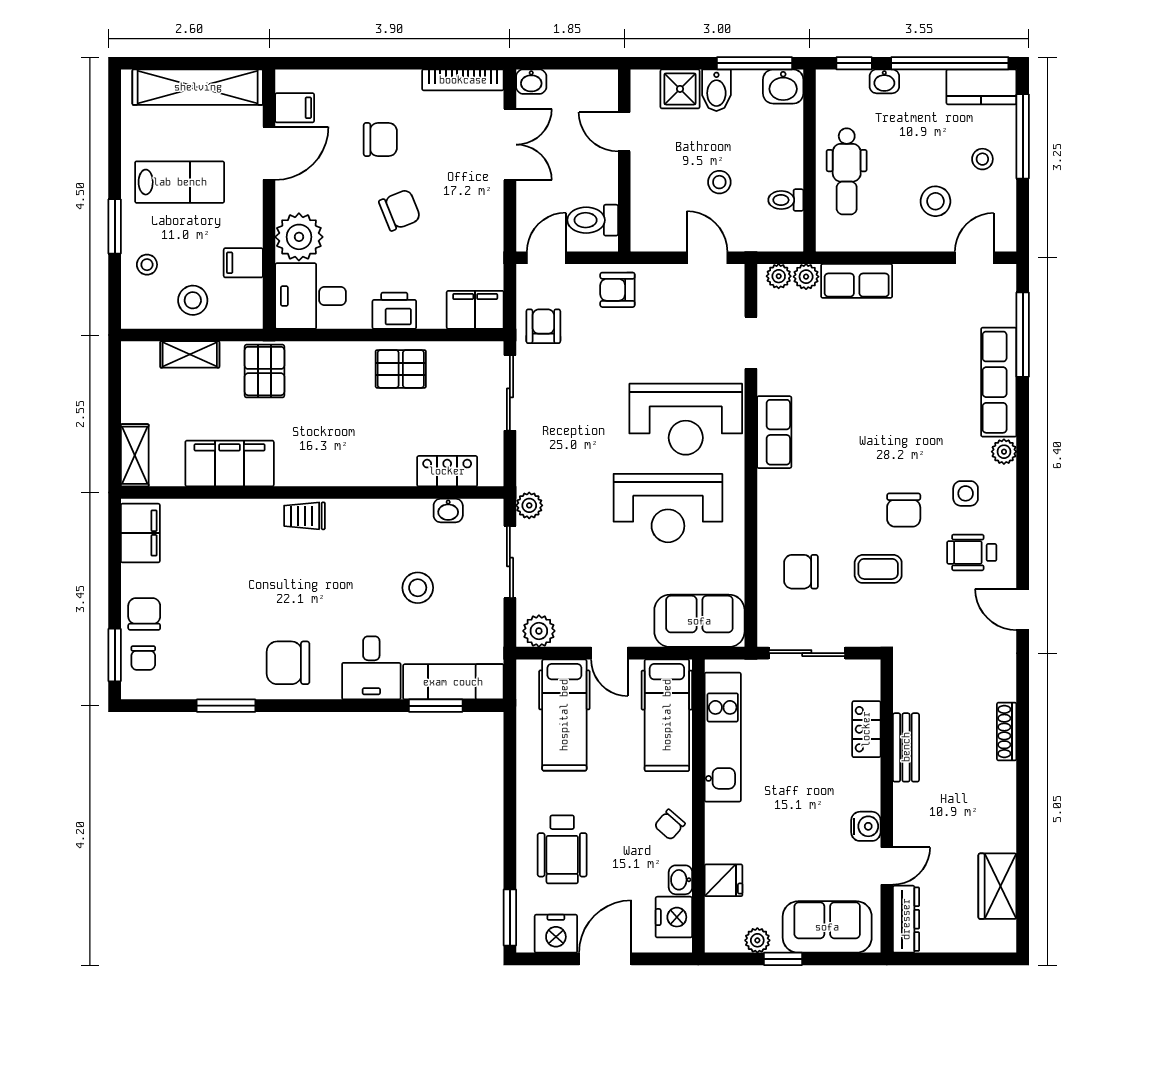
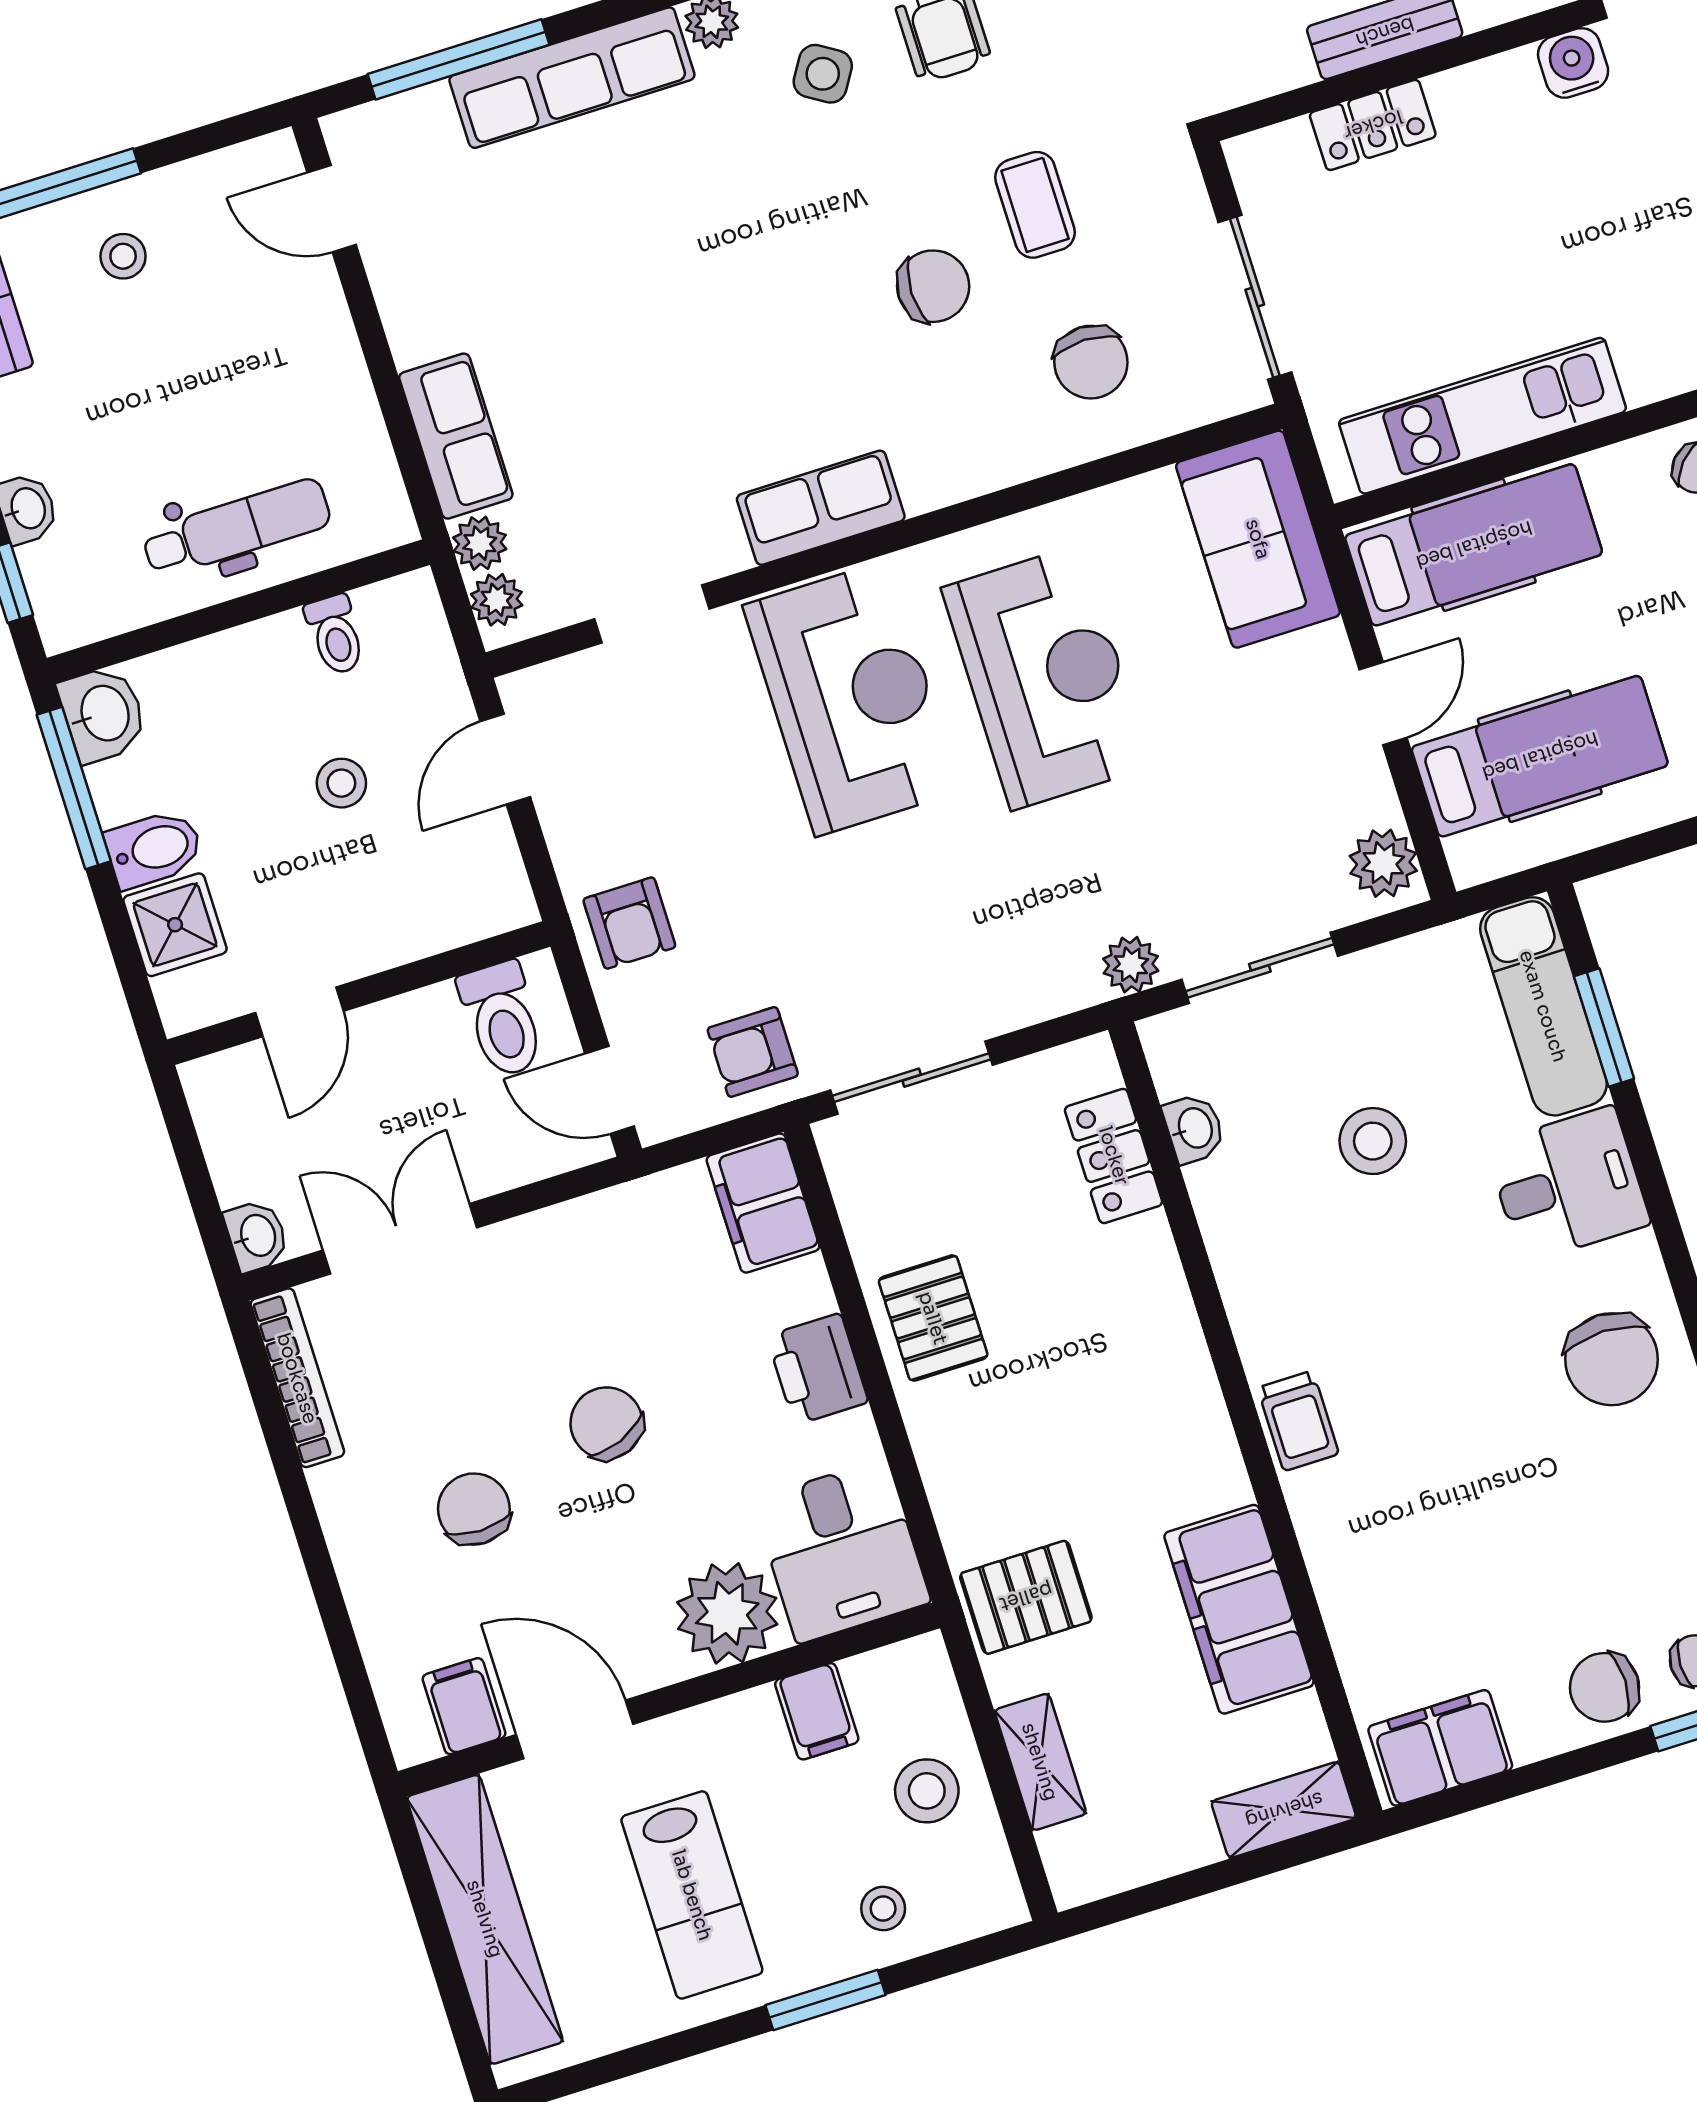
lab bench: (180, 182) -> (692, 1895), turned 180
stool: (935, 201) -> (240, 326), removed
side table: (966, 493) -> (823, 74), turned 32
chair: (904, 510) -> (933, 286), moved

